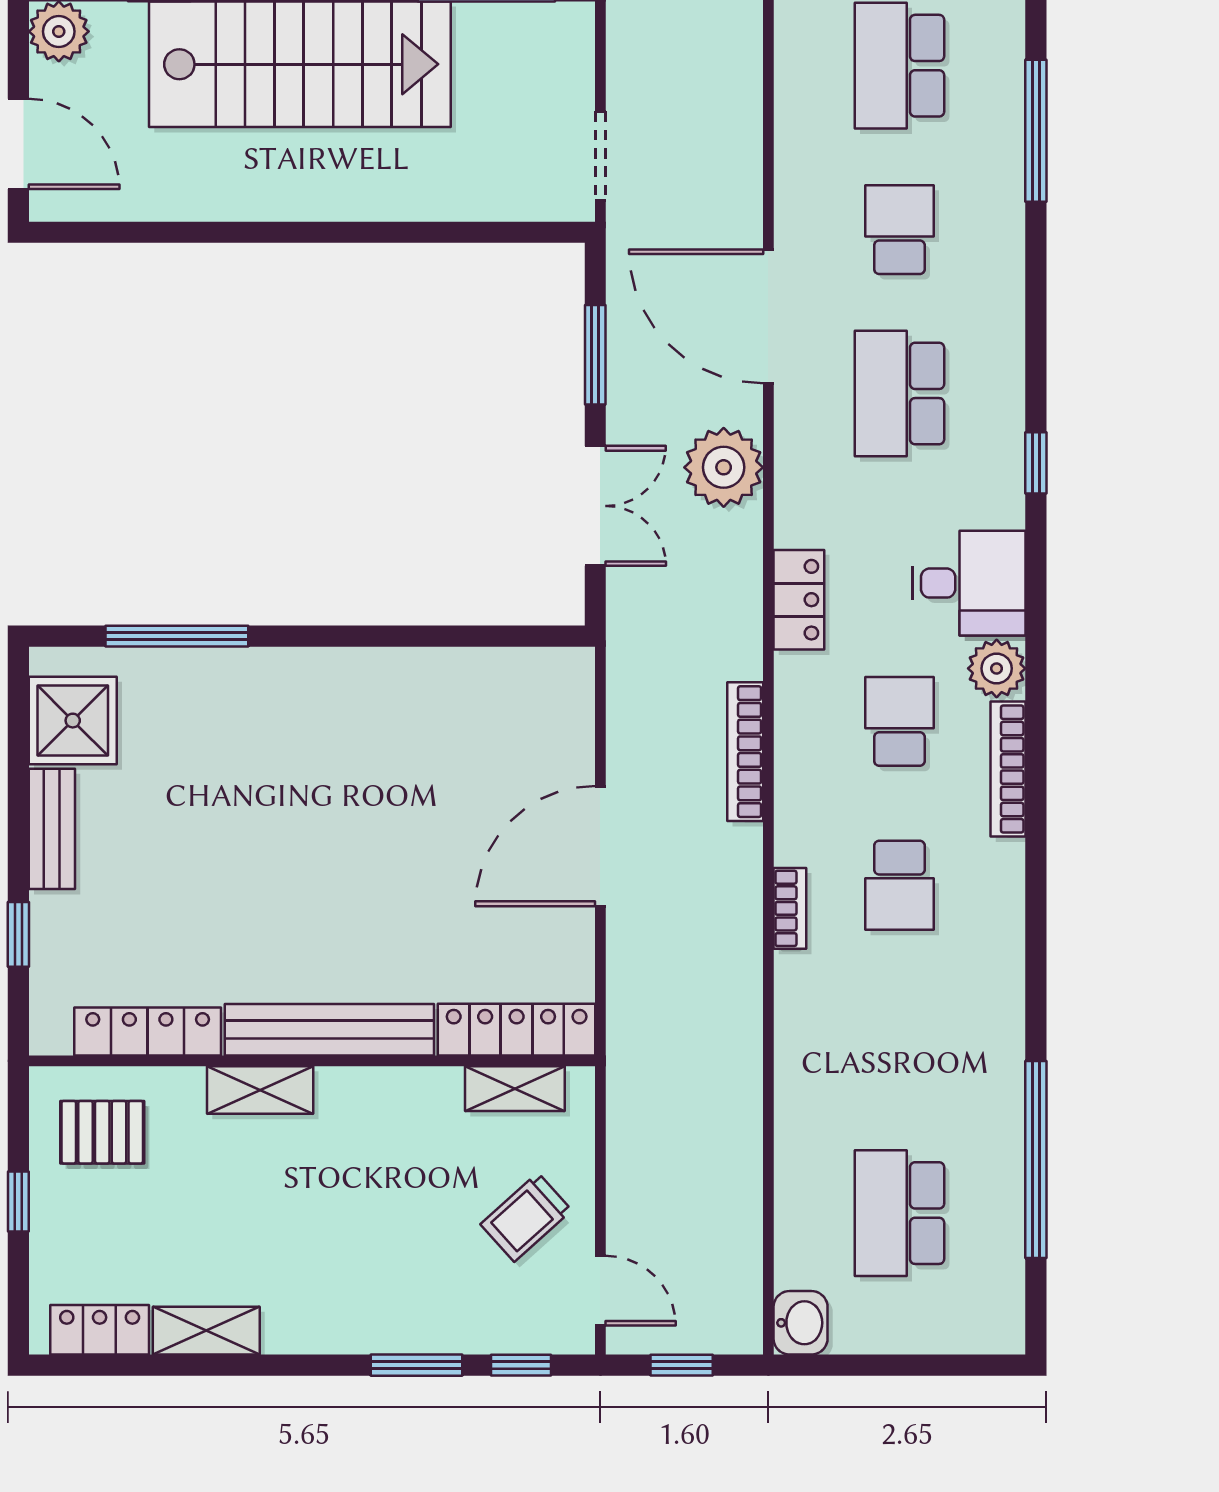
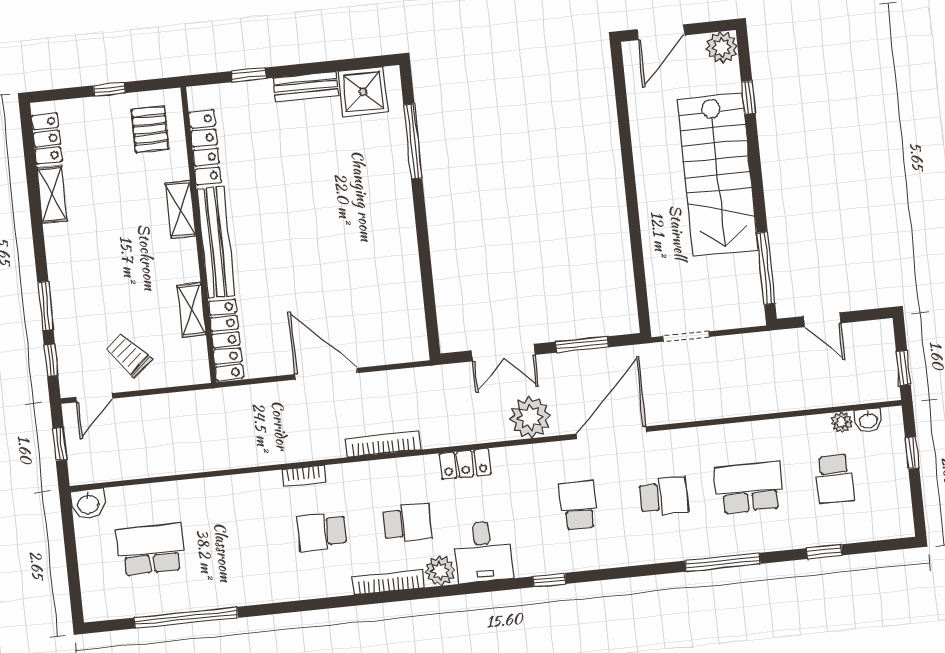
school desk: (899, 394) -> (578, 505), width x0.54
shelving: (515, 1089) -> (192, 310), moved

